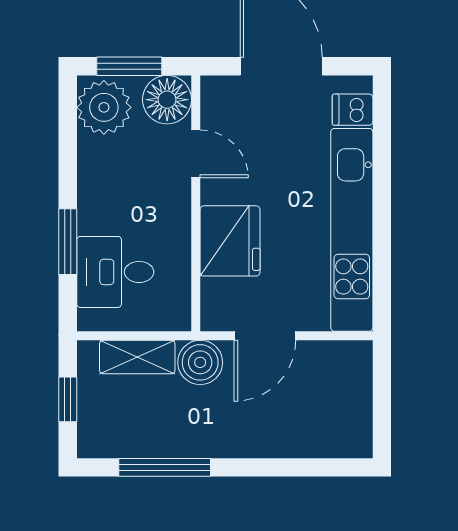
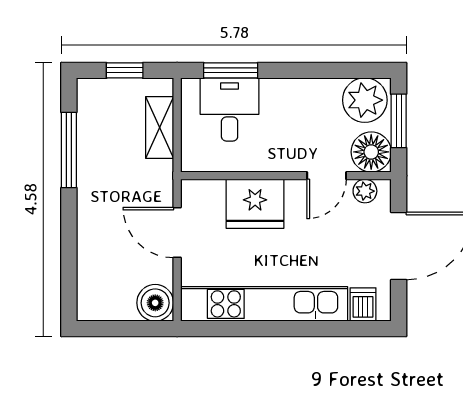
plant: (215, 107) -> (365, 191), added
window: (68, 242) -> (231, 70), moved
boiler: (200, 362) -> (155, 303), moved

